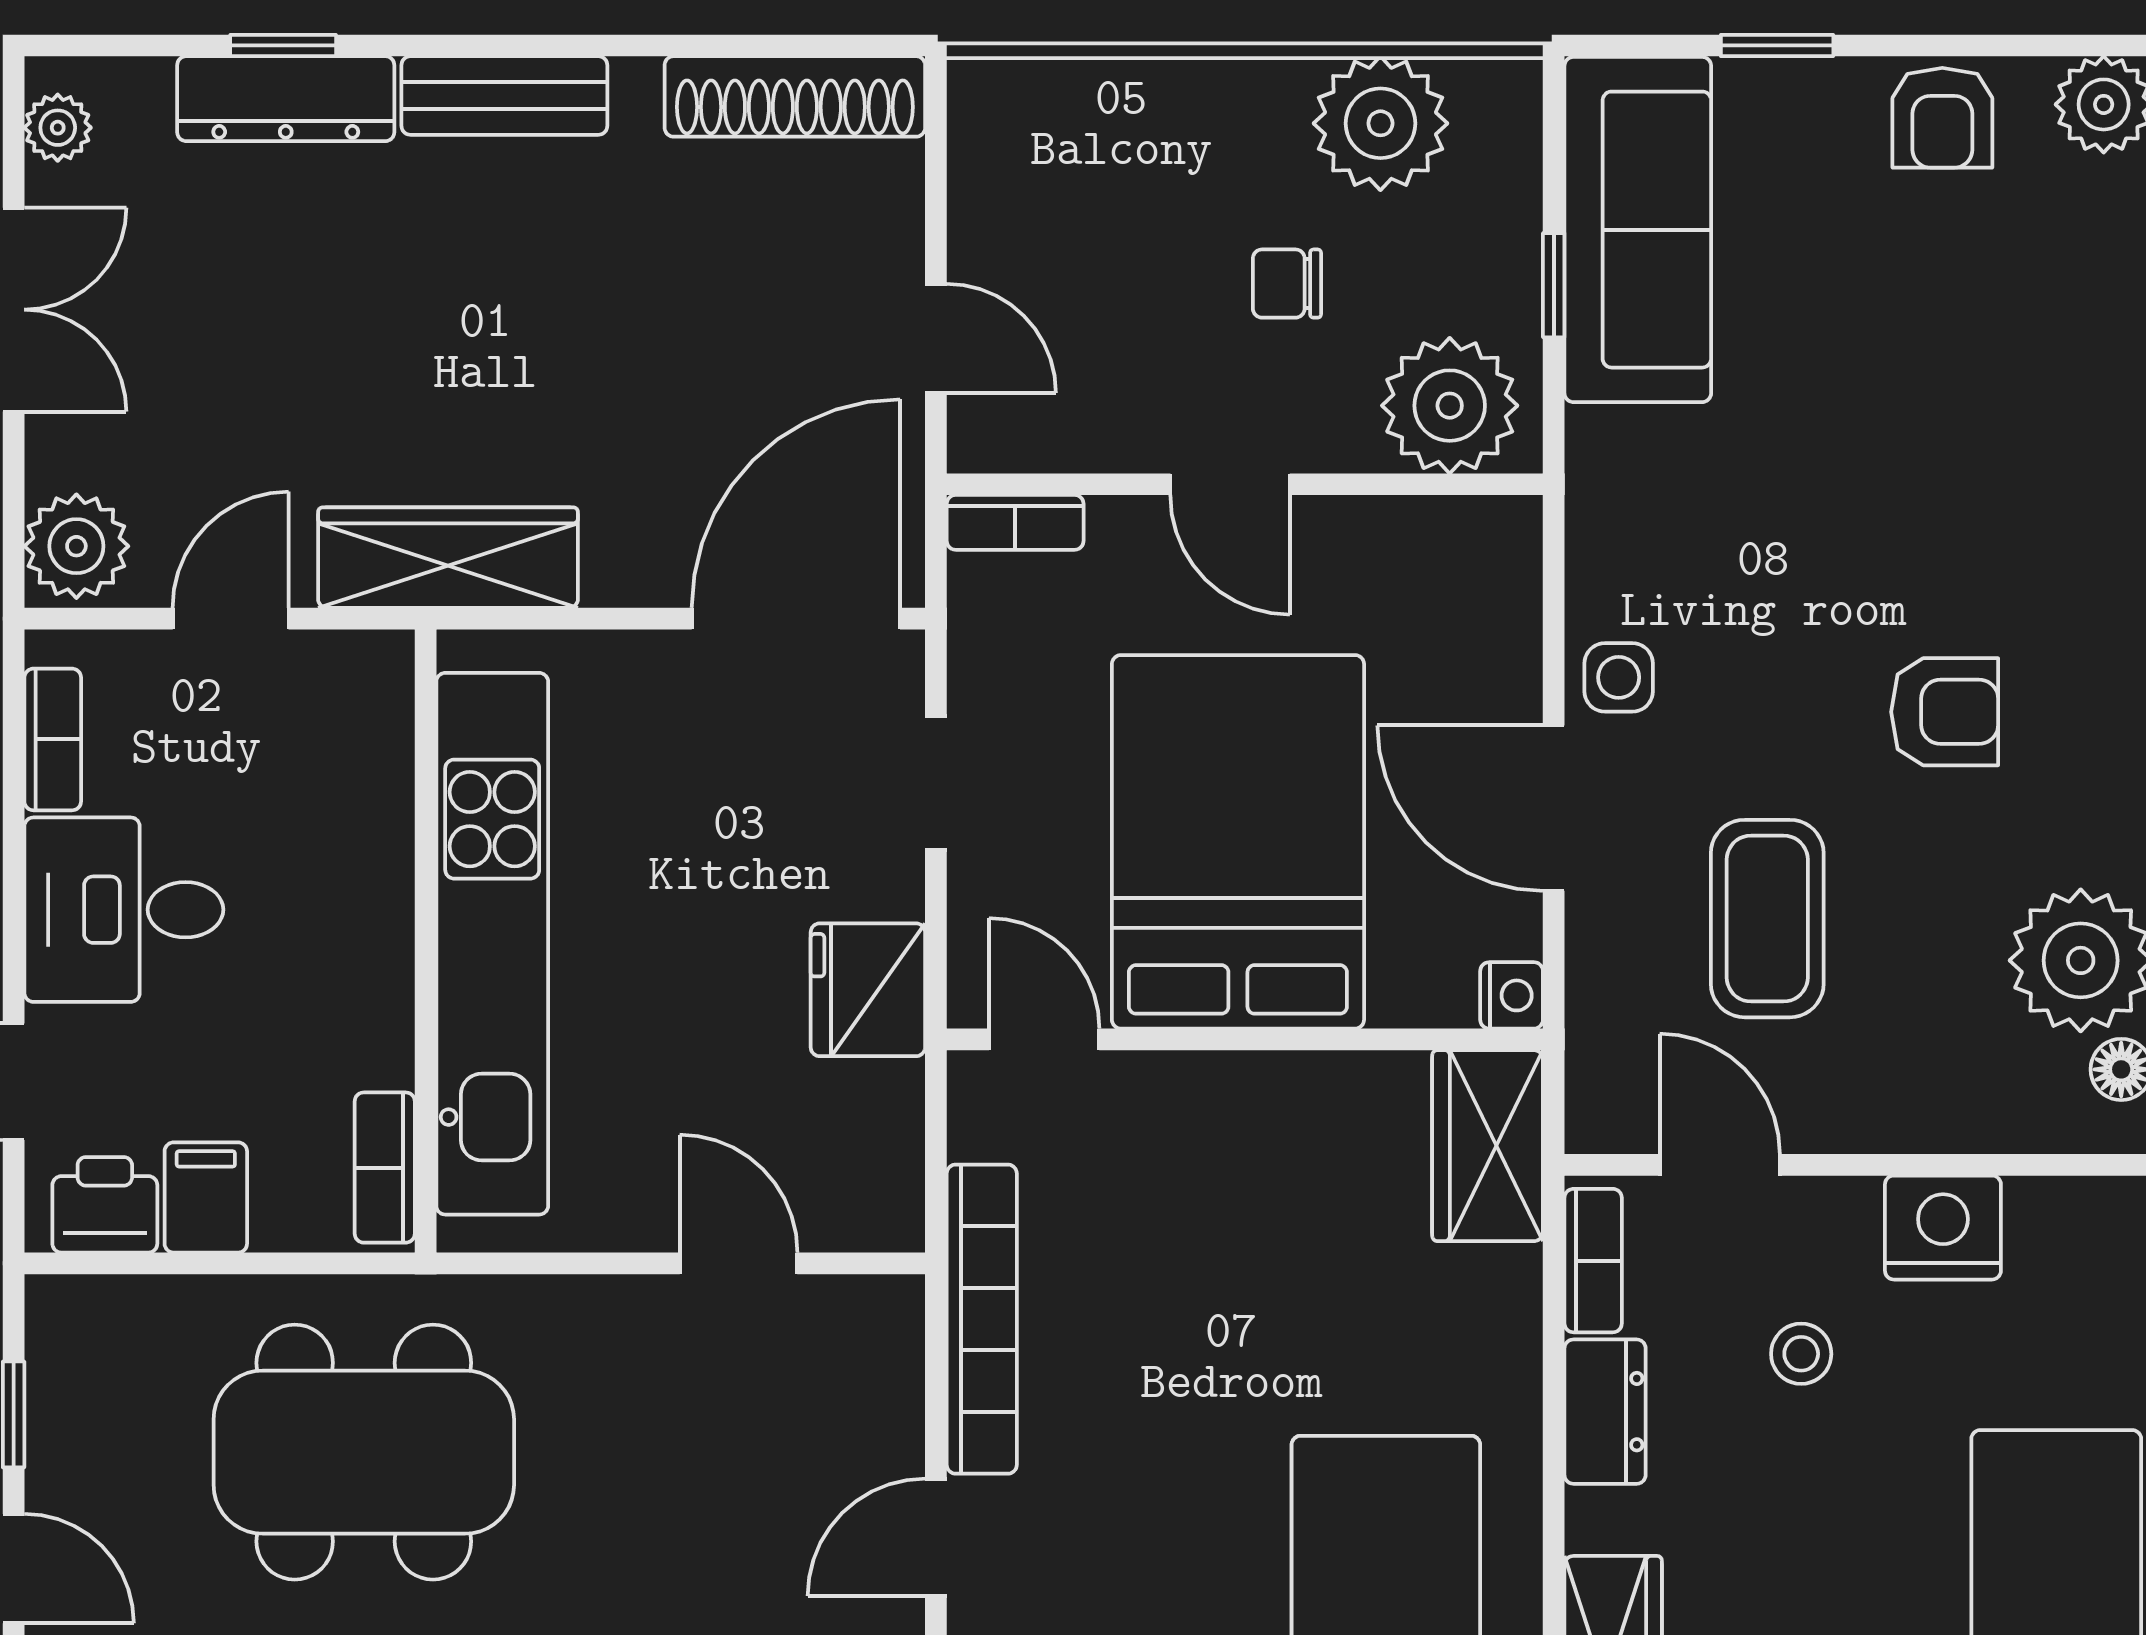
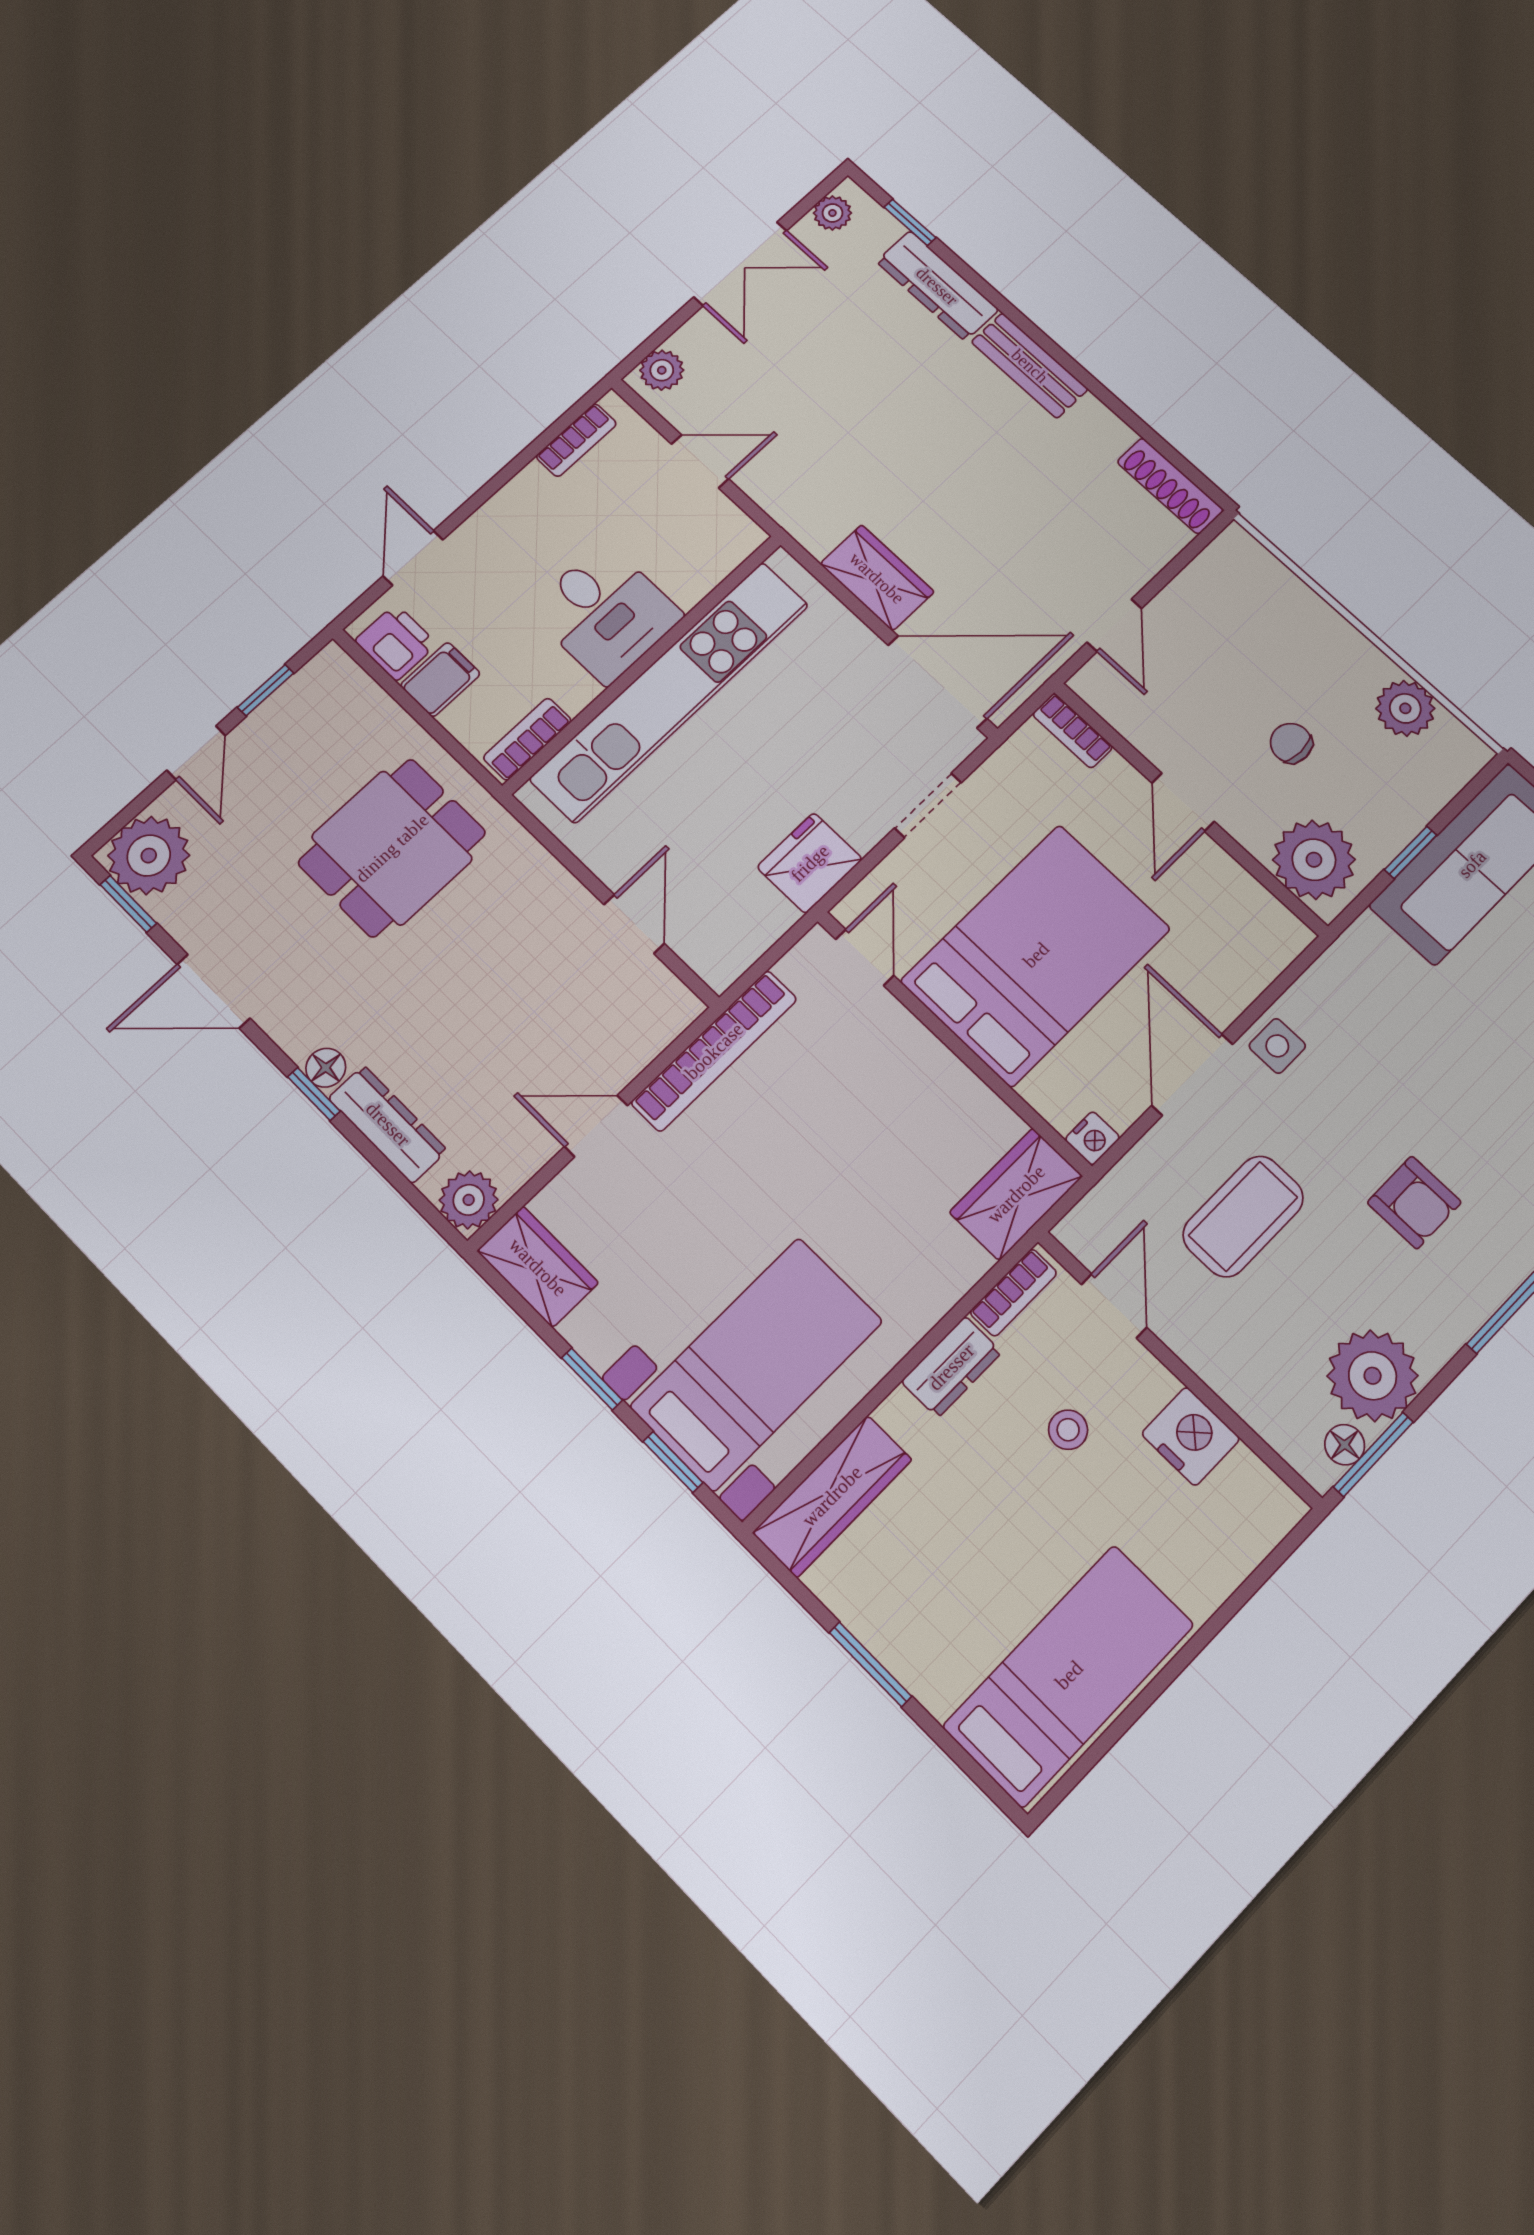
window: (283, 45) -> (910, 222), moved
shoe rack: (795, 96) -> (1170, 486), width x0.74, depth x0.81
plant: (1380, 123) -> (1405, 708), width x0.73, depth x0.73
plant: (76, 546) -> (662, 370), width x0.73, depth x0.73
wardrobe: (448, 558) -> (877, 578), moved, width x0.67
desk: (124, 910) -> (606, 613), moved, turned 180
dining table: (364, 1452) -> (392, 848), width x0.73

